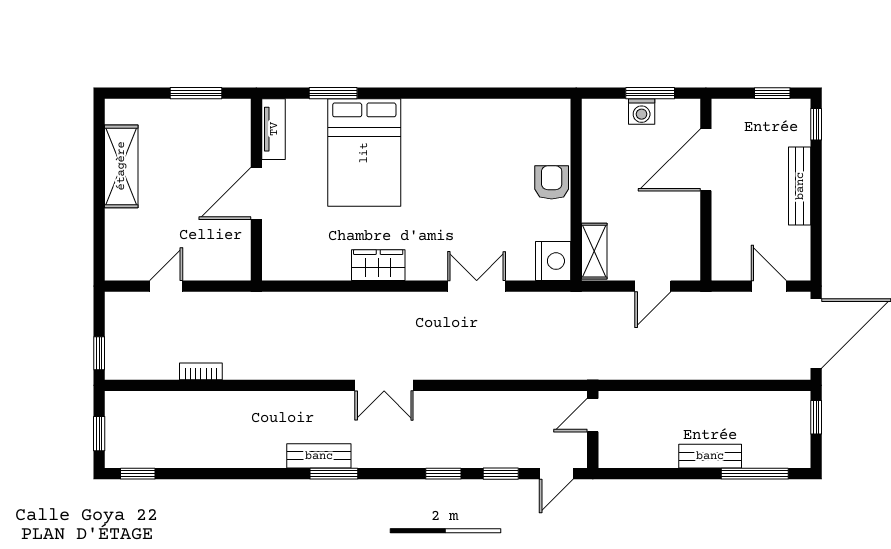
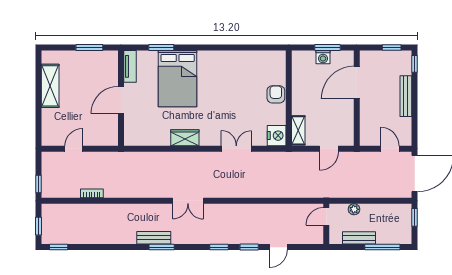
plant: (701, 402) -> (354, 209), added
door: (593, 415) -> (326, 216), moved
wall: (593, 429) -> (326, 224), moved

